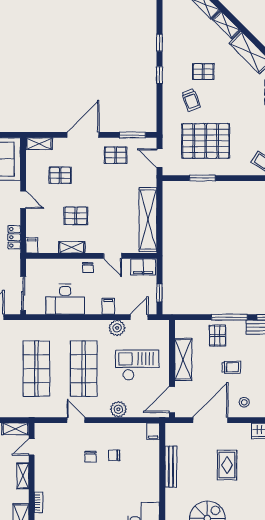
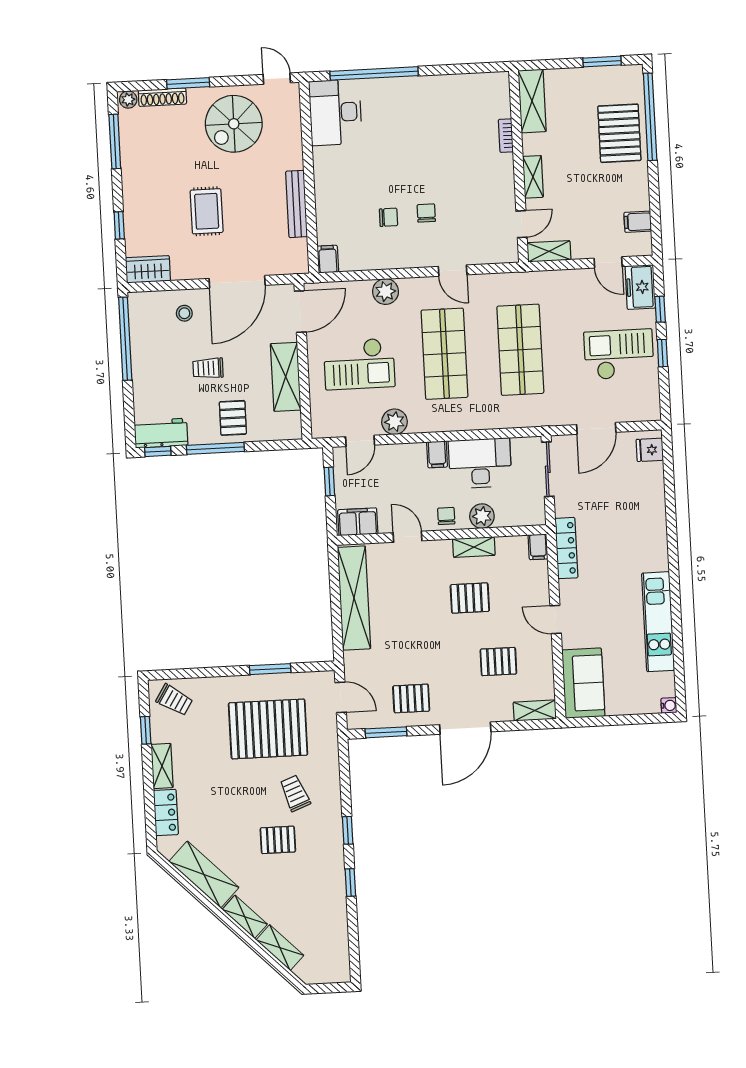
locker: (14, 237) -> (566, 548), width x1.53
plant: (66, 266) -> (482, 516), added
filing cabinet: (108, 306) -> (437, 454), moved

